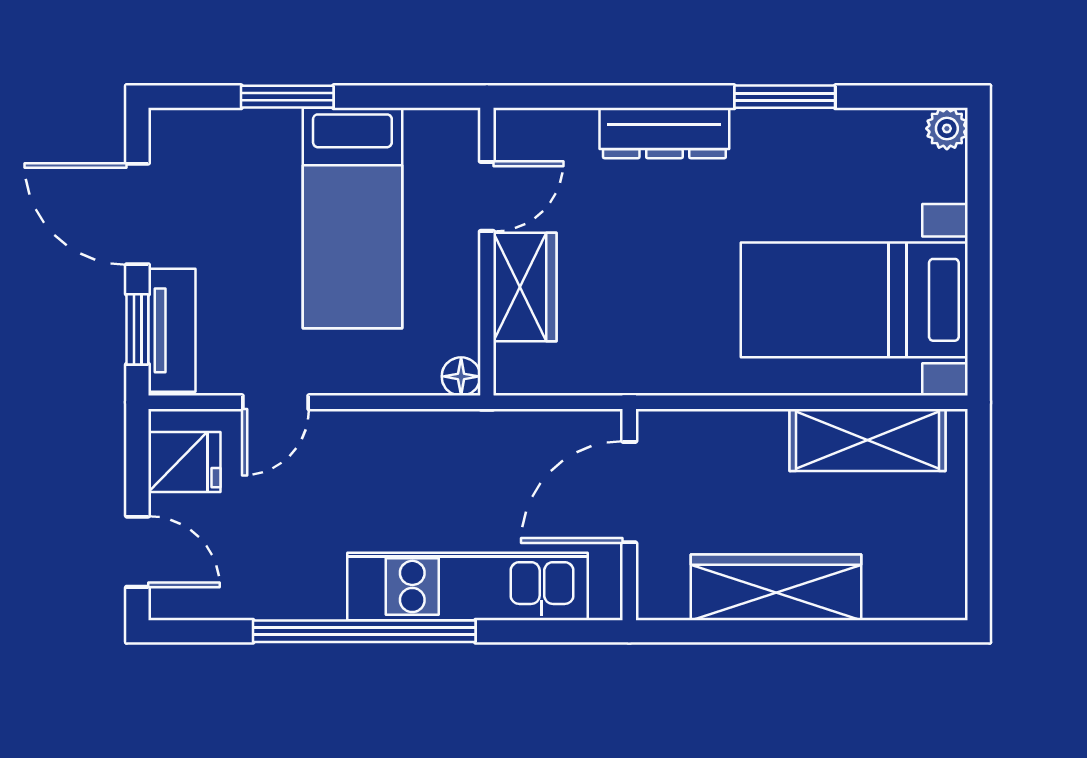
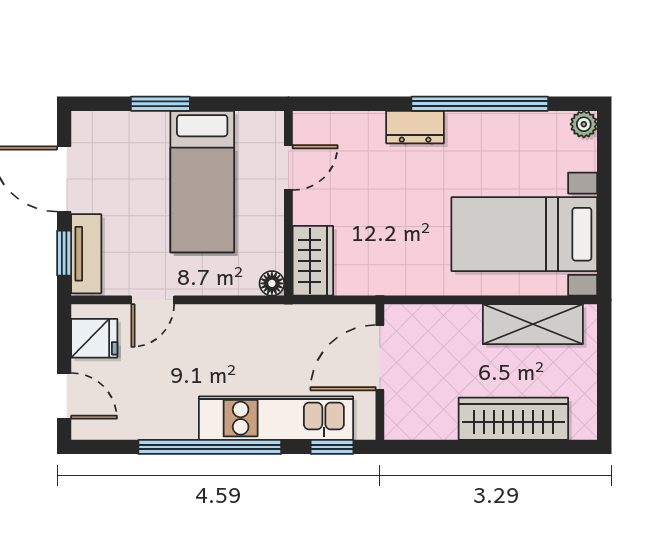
window: (785, 97) -> (480, 104), width x2.11
dresser: (664, 133) -> (415, 127), width x0.70
wardrobe: (525, 287) -> (313, 261), moved
wardrobe: (776, 587) -> (513, 419), moved
window: (555, 631) -> (332, 447), added

